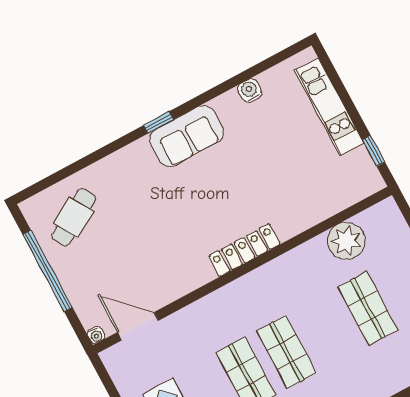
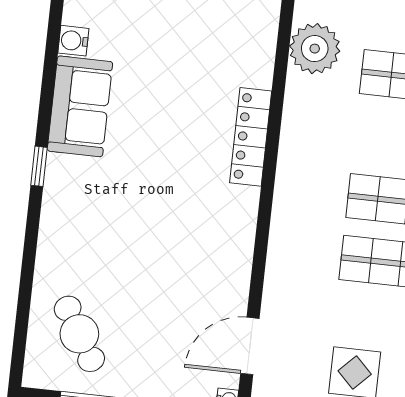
sofa: (187, 136) -> (80, 106), moved
locker: (244, 250) -> (251, 137), moved

